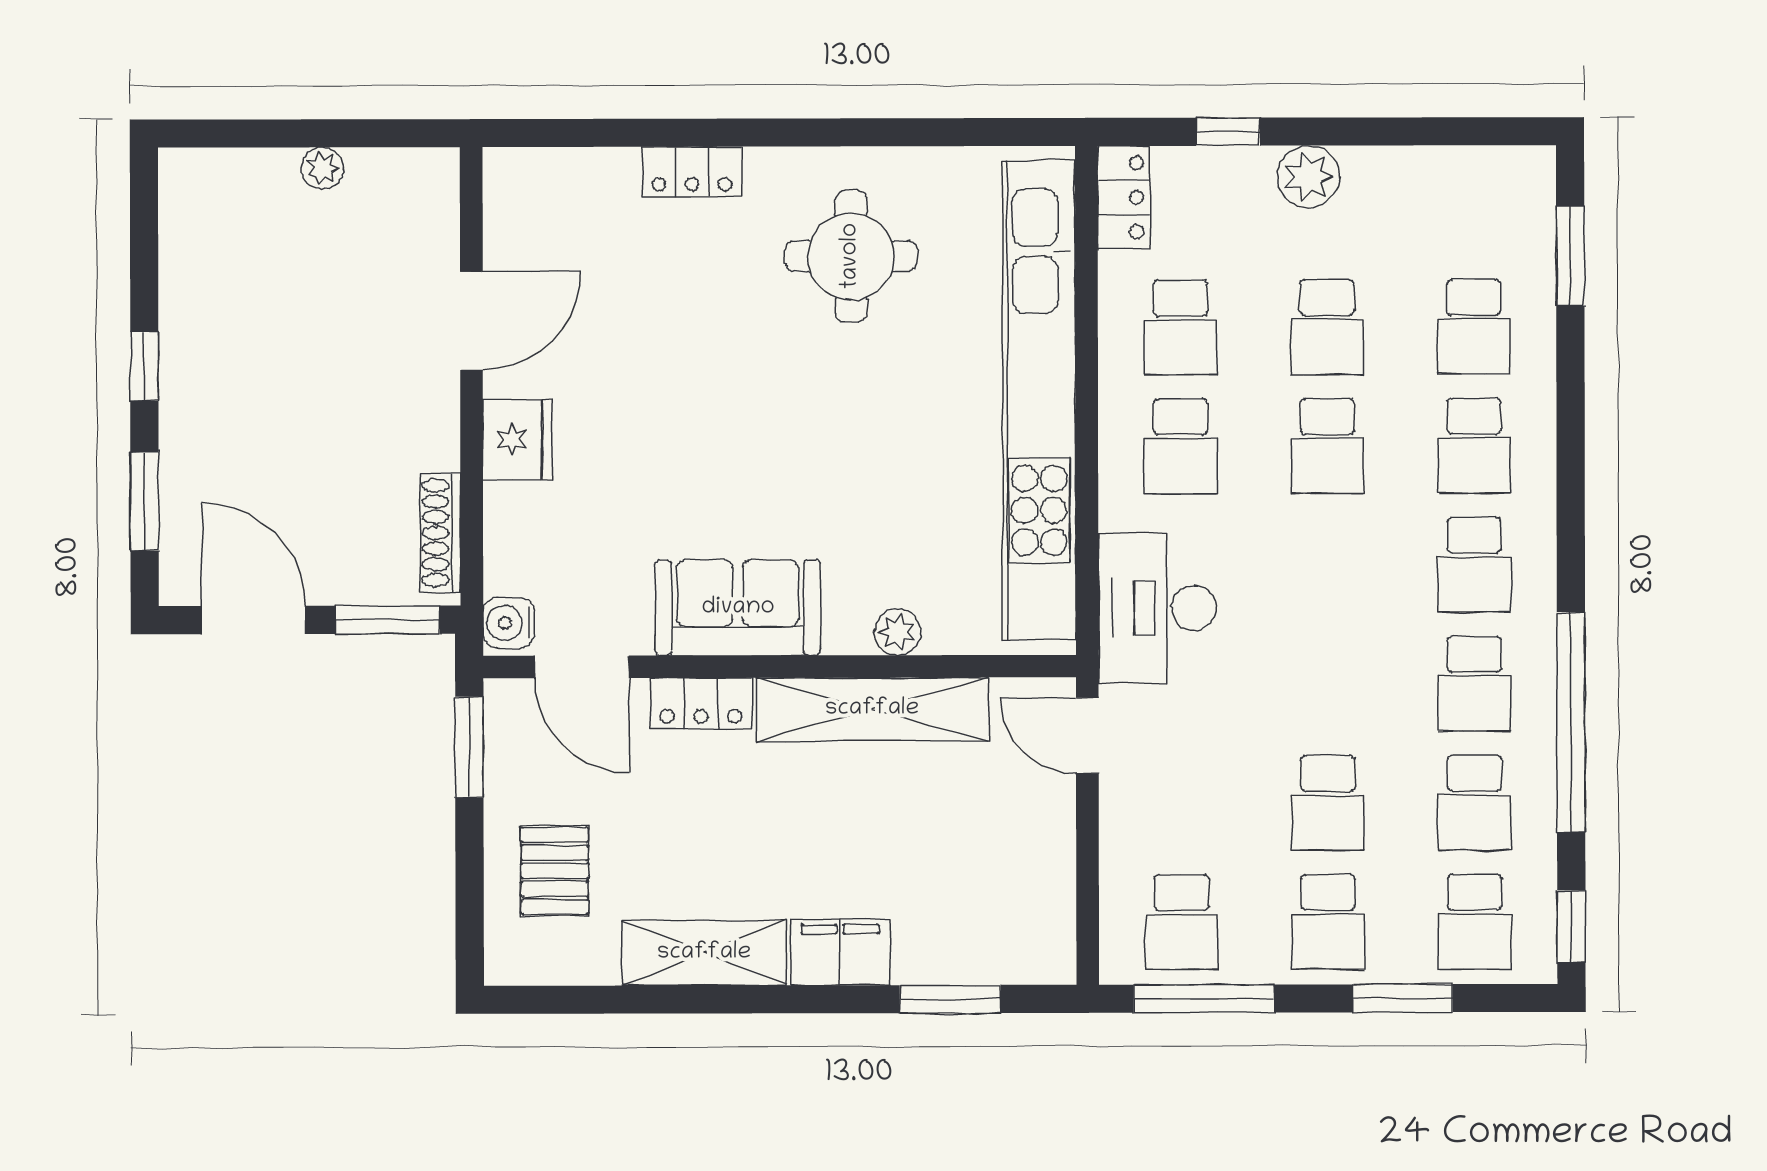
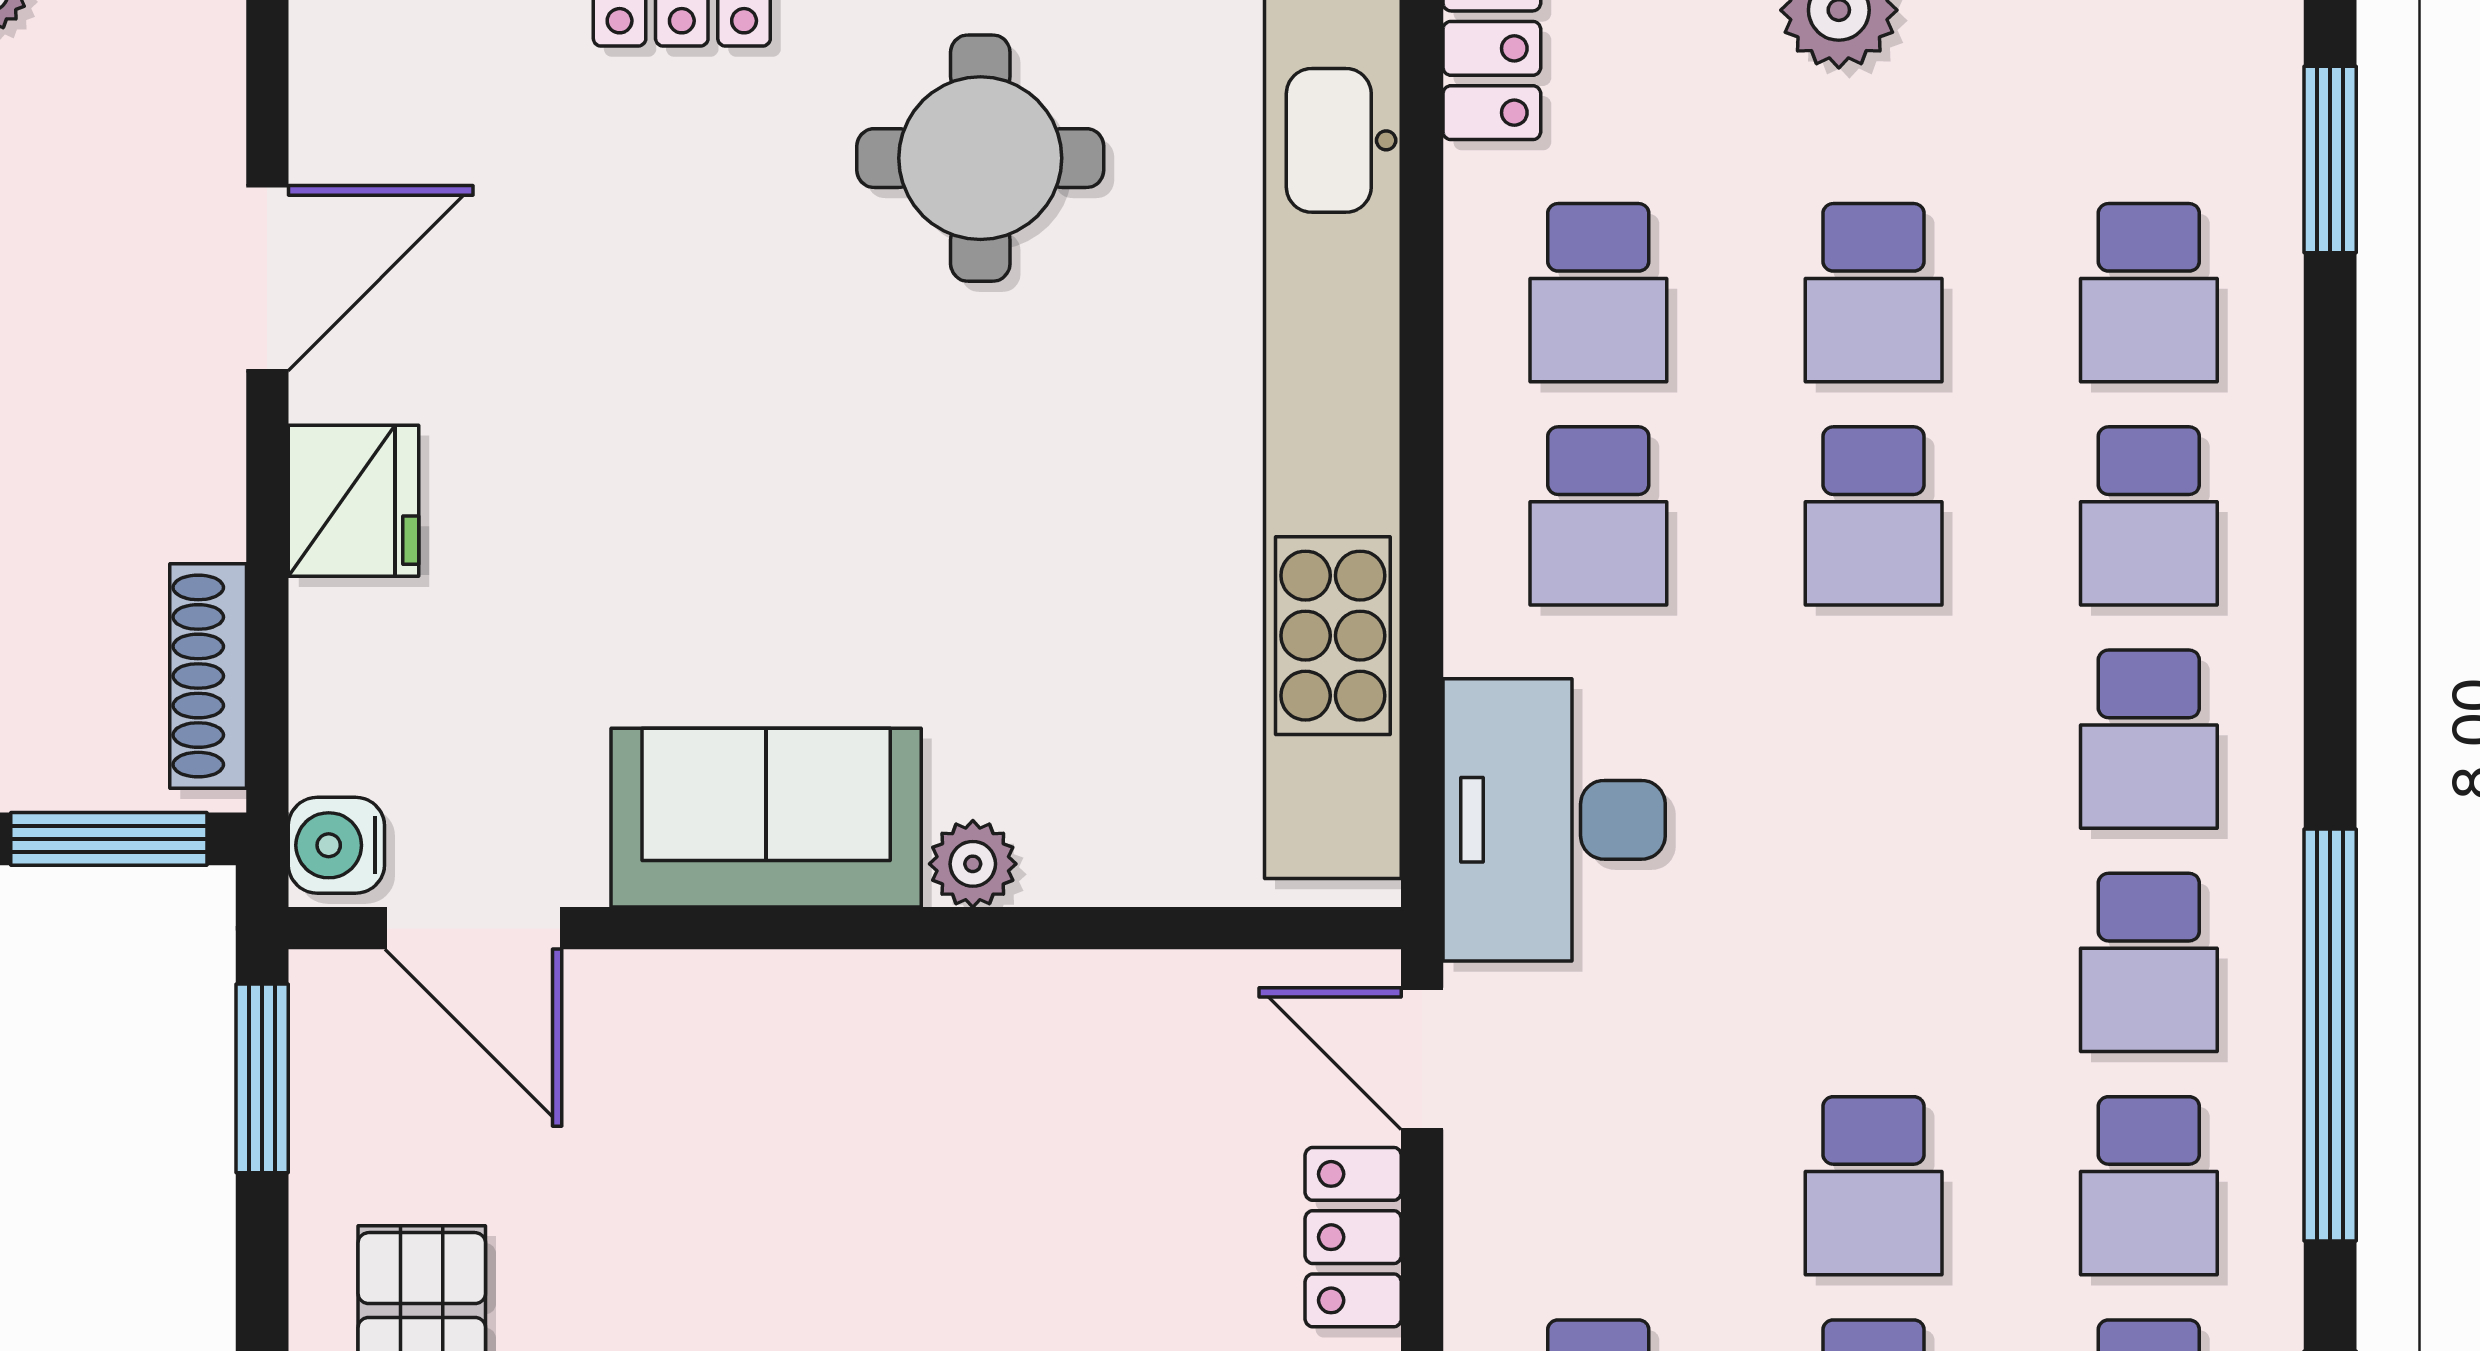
plant: (898, 632) -> (973, 864), moved
locker: (701, 703) -> (1353, 1237), moved, turned 90
shelving: (872, 709) -> (1018, 1009), removed

